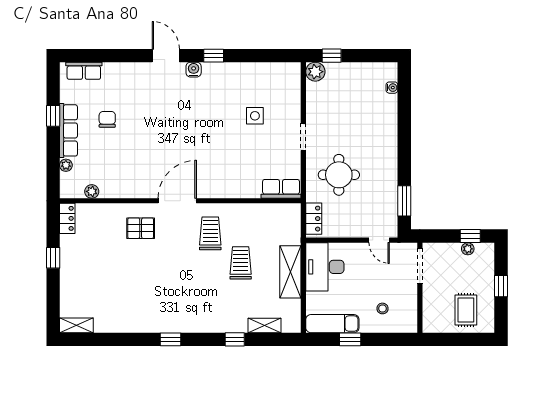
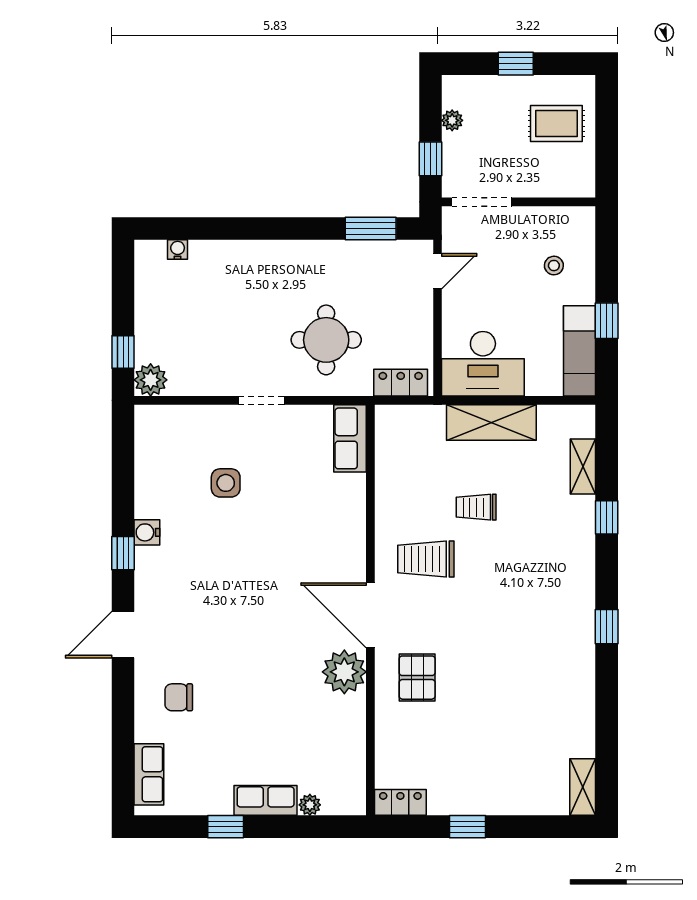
water cooler: (194, 70) -> (147, 532), moved
chair: (107, 119) -> (179, 697), moved
row of seats: (68, 130) -> (266, 800), width x0.68
plant: (92, 191) -> (344, 672), moved, width x1.87, depth x1.87
window: (470, 236) -> (430, 159), moved
trolley: (241, 263) -> (476, 507), width x0.73, depth x0.72

